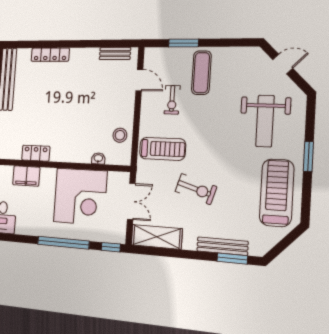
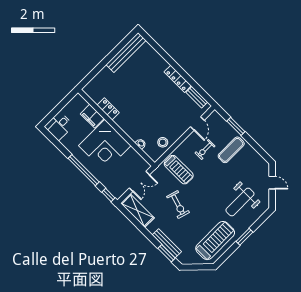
locker: (50, 55) -> (178, 79), moved
corner desk: (80, 197) -> (105, 146), moved

